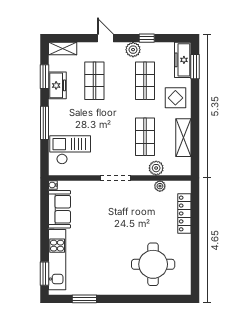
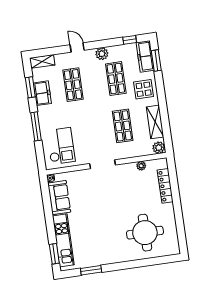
window: (147, 38) -> (130, 40), moved
checkout: (70, 150) -> (61, 146), turned 90
plant: (156, 168) -> (159, 148), moved

